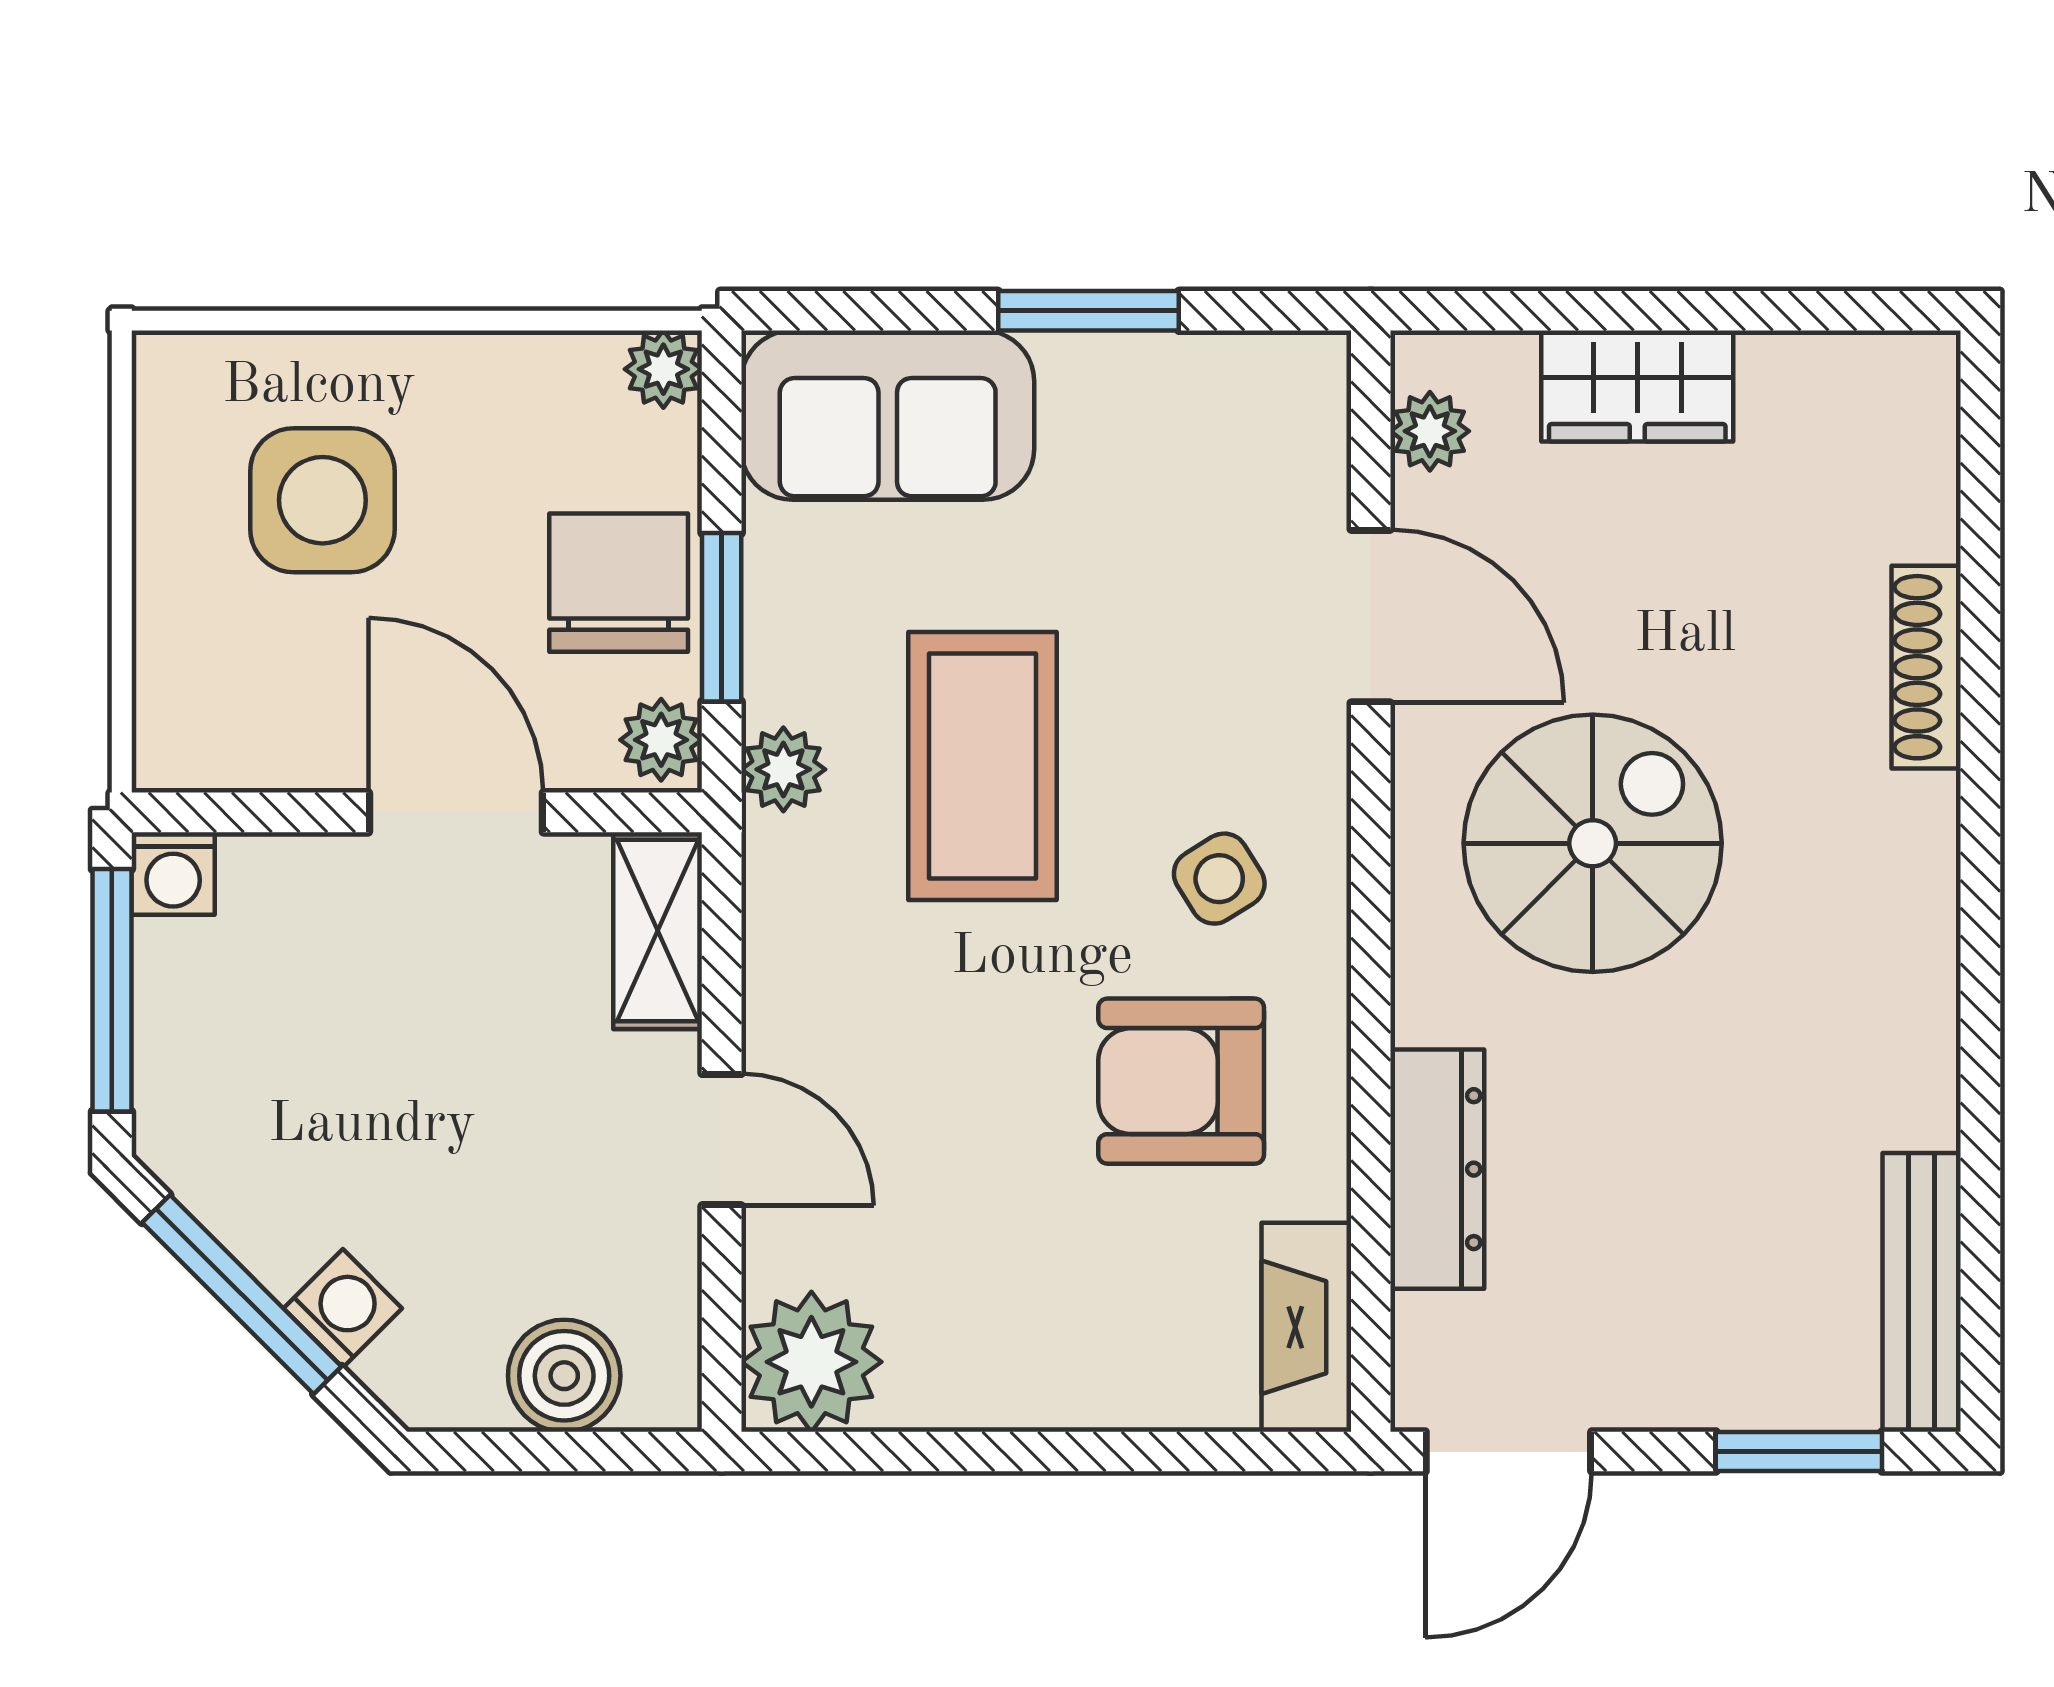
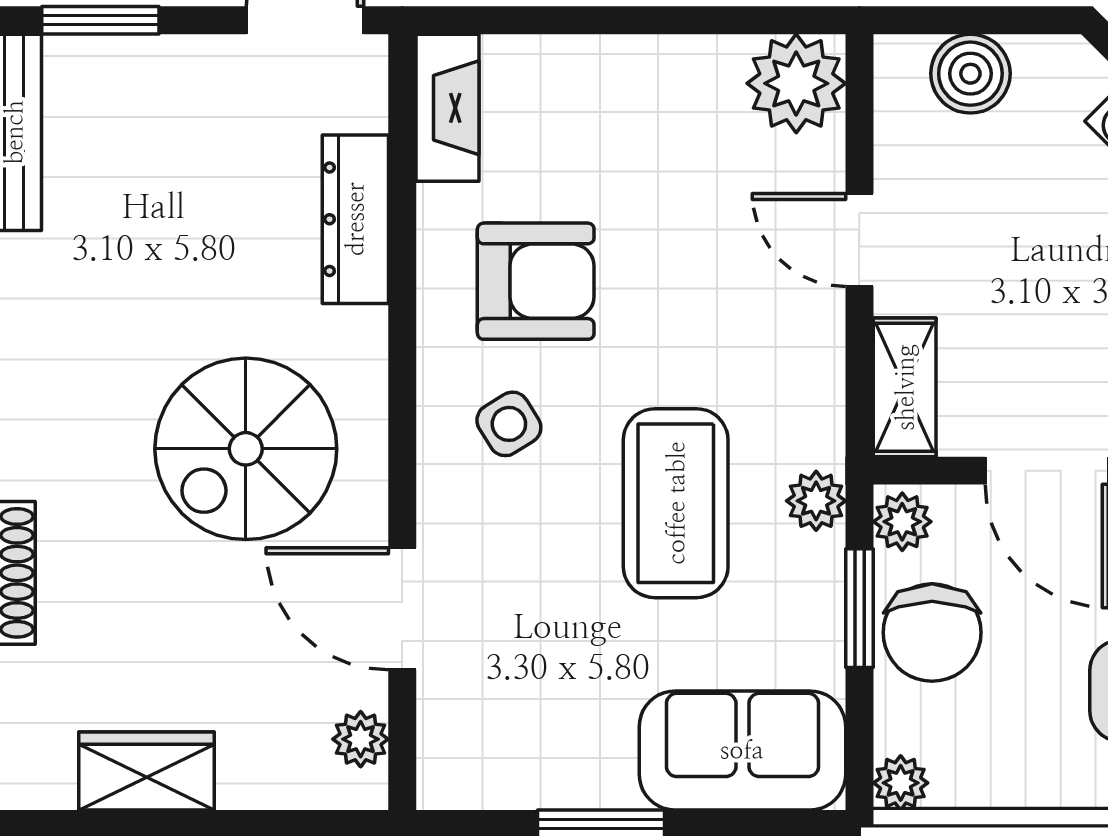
wardrobe: (1637, 386) -> (147, 771), moved

